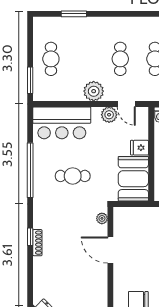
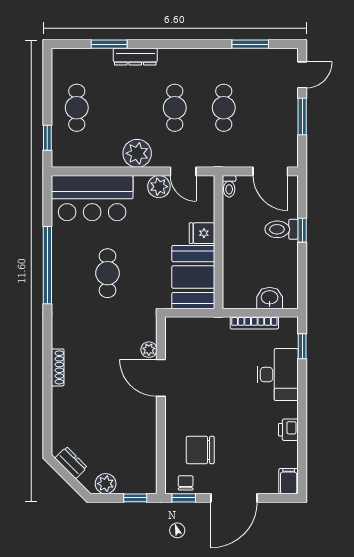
dresser: (92, 23) -> (135, 57), added
window: (30, 80) -> (47, 138), width x0.67
cafe table: (73, 176) -> (107, 273), turned 90
plant: (102, 218) -> (149, 350), moved
window: (30, 237) -> (47, 359), removed

